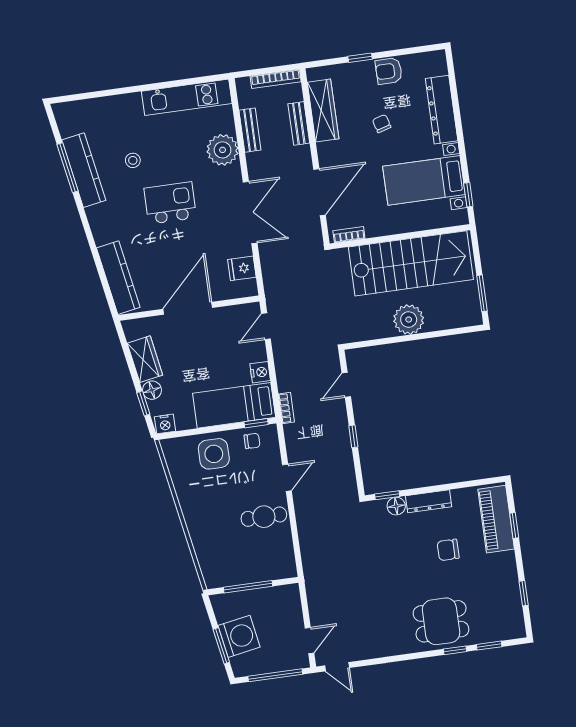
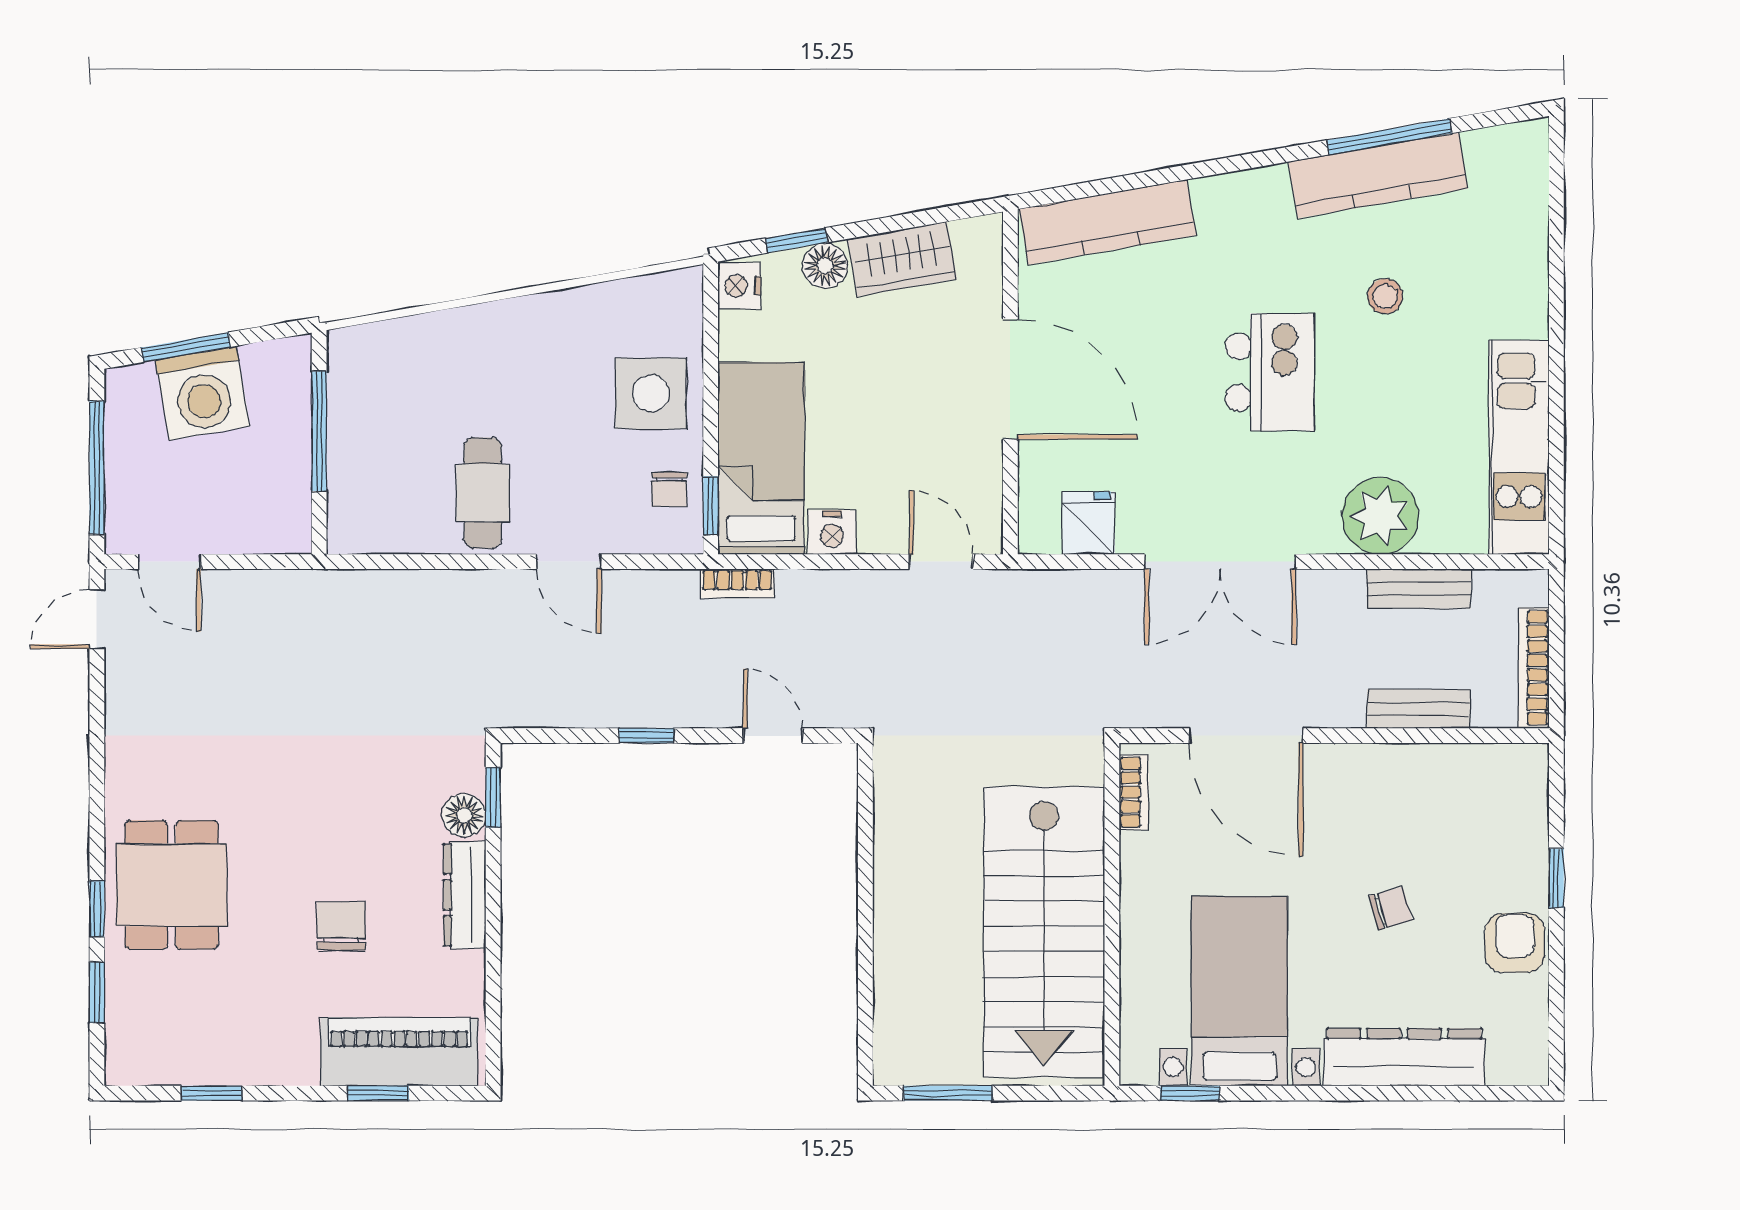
wardrobe: (323, 111) -> (1442, 771), removed
plant: (409, 320) -> (909, 908), removed

